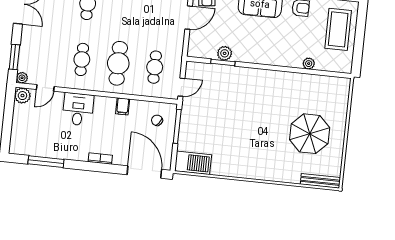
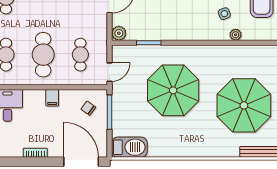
side table: (300, 42) -> (224, 14), added
plant: (225, 53) -> (119, 33), moved
parasol: (242, 112) -> (173, 90), added
parasol: (310, 134) -> (244, 105), width x1.36, depth x1.36

